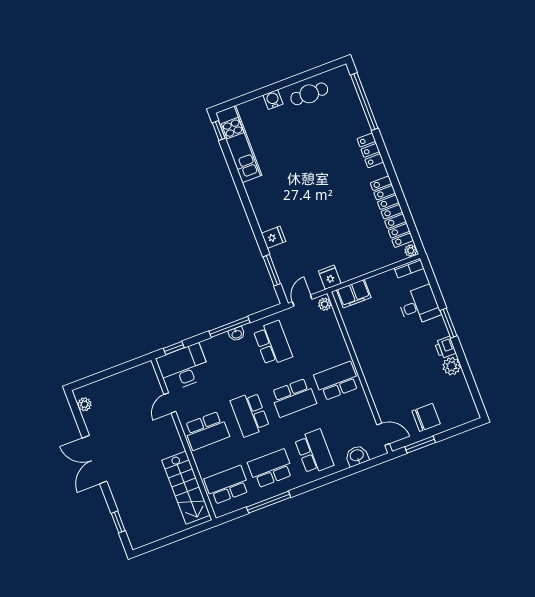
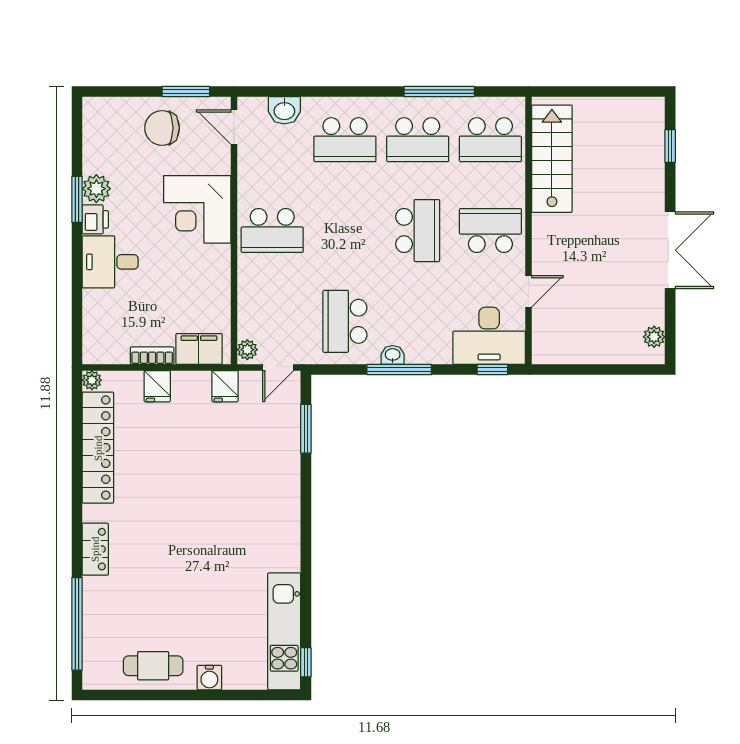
fridge: (273, 237) -> (157, 386), moved, turned -90
bookcase: (409, 268) -> (152, 356), moved
desk: (419, 305) -> (110, 262), moved
window: (448, 323) -> (77, 199), moved
corner desk: (387, 377) -> (197, 209), added
school desk: (293, 398) -> (345, 231), removed
school desk: (314, 452) -> (345, 140), turned -90

